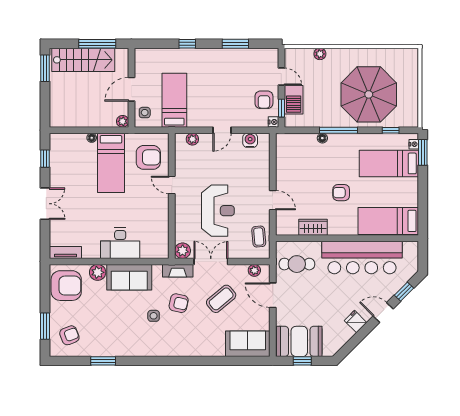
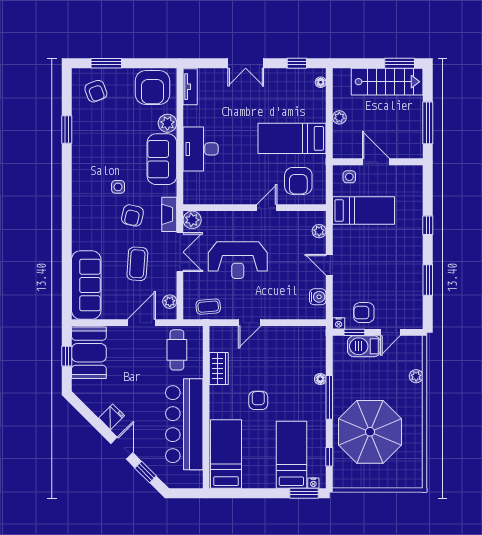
stairs: (83, 60) -> (387, 82), moved, turned -90
plant: (123, 121) -> (339, 117), moved
floor lamp: (92, 138) -> (321, 82), moved
coffee table: (221, 299) -> (137, 264), turned 44
sofa: (248, 344) -> (86, 285), width x1.36

